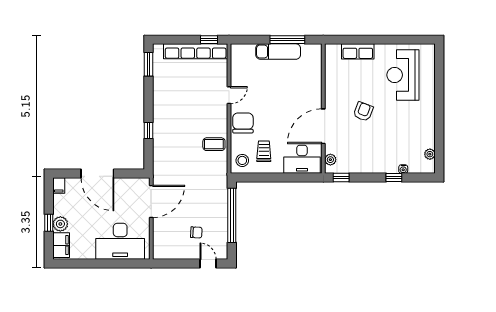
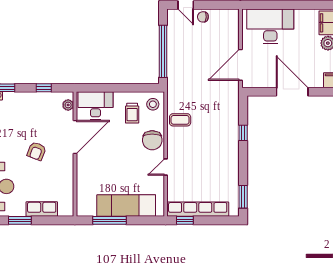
window: (381, 40) -> (20, 220), added
exam couch: (278, 52) -> (126, 206), width x1.36, depth x1.45
window: (341, 178) -> (44, 88), moved
chair: (196, 232) -> (203, 17), moved

